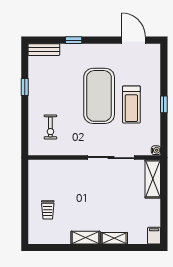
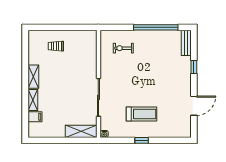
door: (134, 40) -> (194, 106), moved
window: (25, 87) -> (156, 27), width x3.17
exercise mat: (99, 96) -> (148, 88), removed
treadmill: (131, 104) -> (142, 114), turned 180
filing cabinet: (154, 236) -> (35, 117), moved

